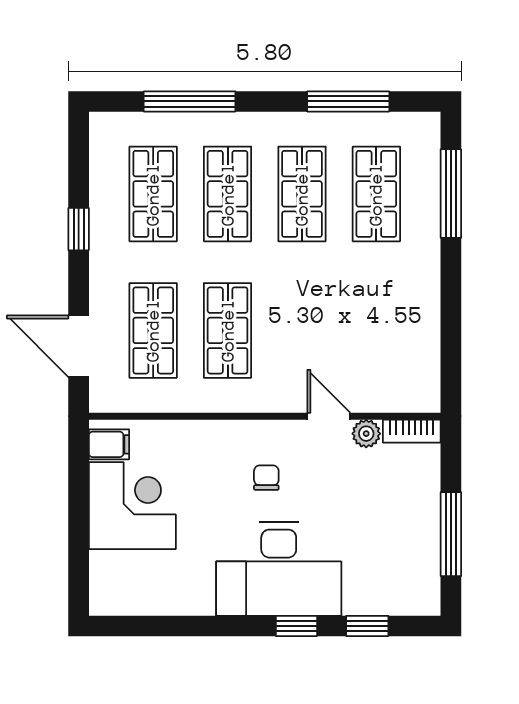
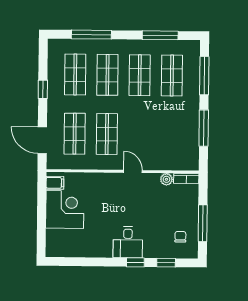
window: (451, 315) -> (204, 128), added
door: (329, 416) -> (133, 171), moved
chair: (266, 478) -> (180, 237), moved
desk: (279, 569) -> (128, 242), width x0.53, depth x0.77

